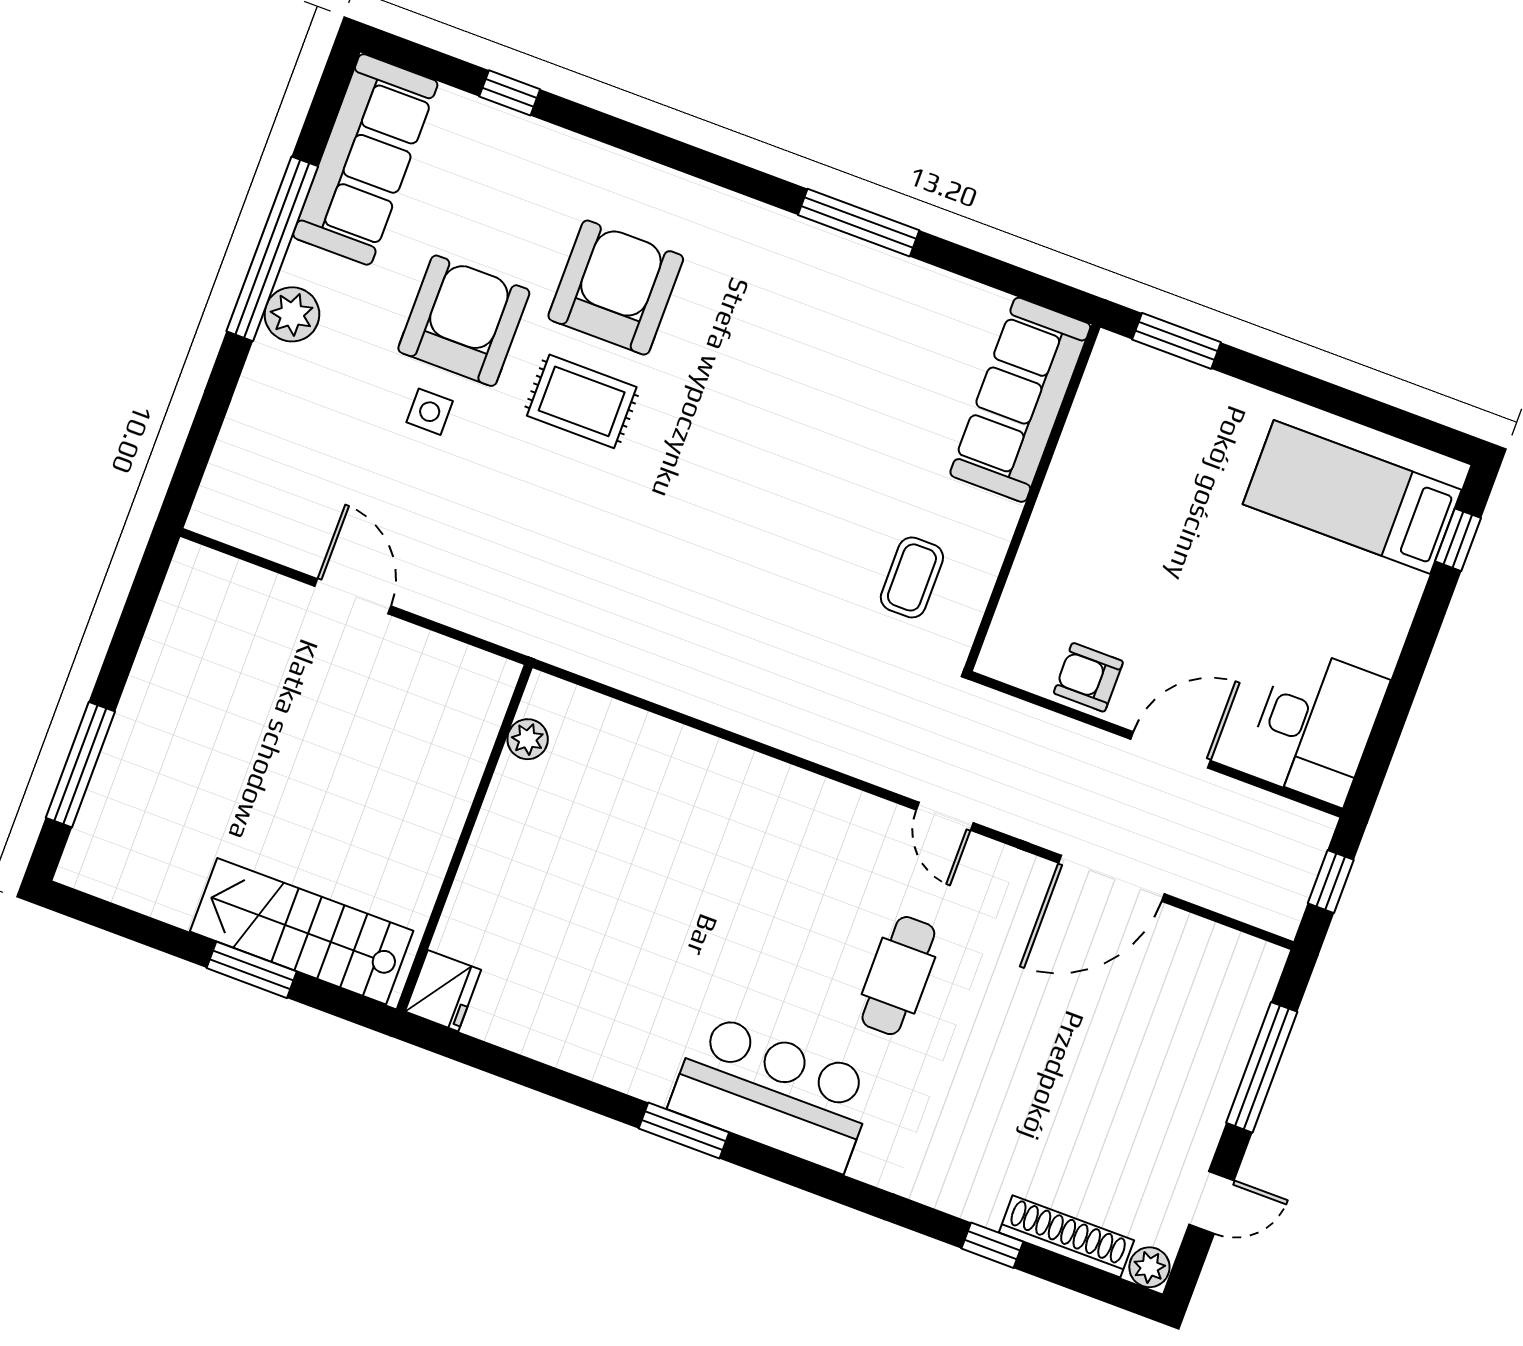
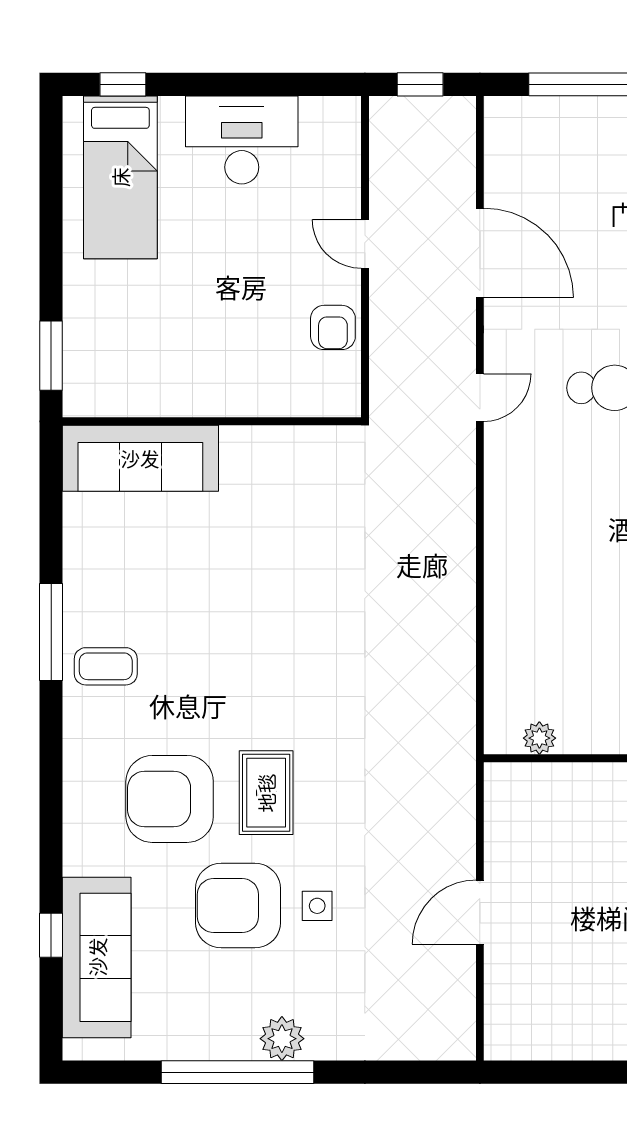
sofa: (365, 159) -> (97, 957), moved, turned 90
coffee table: (912, 577) -> (106, 666), moved
desk: (1316, 725) -> (242, 140), moved
door: (1171, 750) -> (365, 244), width x0.73

